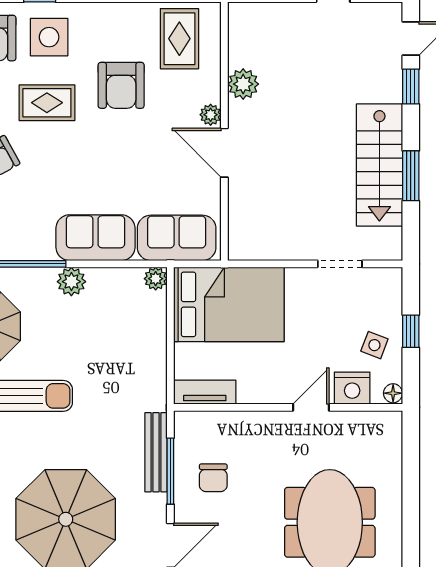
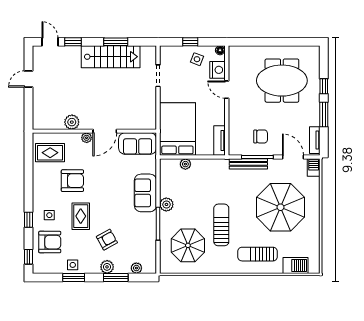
side table: (49, 37) -> (49, 215), width x0.54, depth x0.54
sofa: (177, 238) -> (138, 144), moved, turned -90
plant: (156, 279) -> (185, 164), moved

